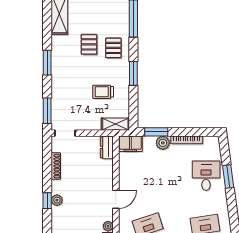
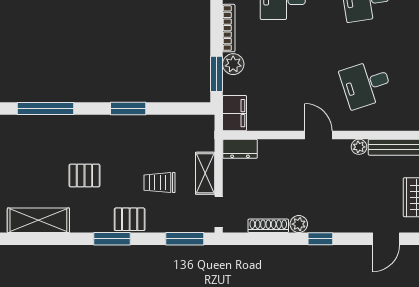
pallet: (113, 48) -> (130, 219), moved
trolley: (103, 92) -> (160, 183), moved, turned 90
shelving: (115, 124) -> (205, 173), moved
plant: (57, 200) -> (299, 224), moved

